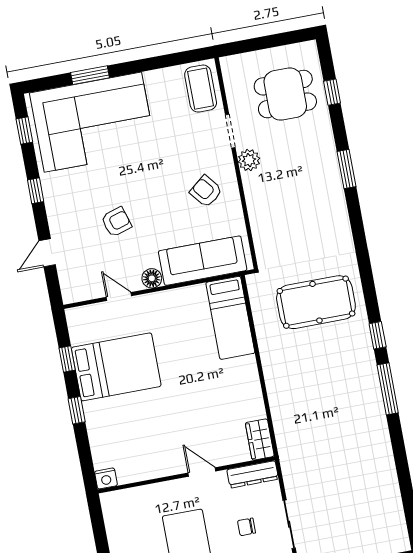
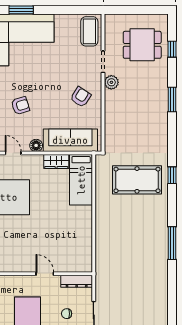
armchair: (206, 191) -> (81, 97), turned 72
window: (378, 335) -> (172, 175), moved
wardrobe: (260, 439) -> (56, 162), moved, turned -90

